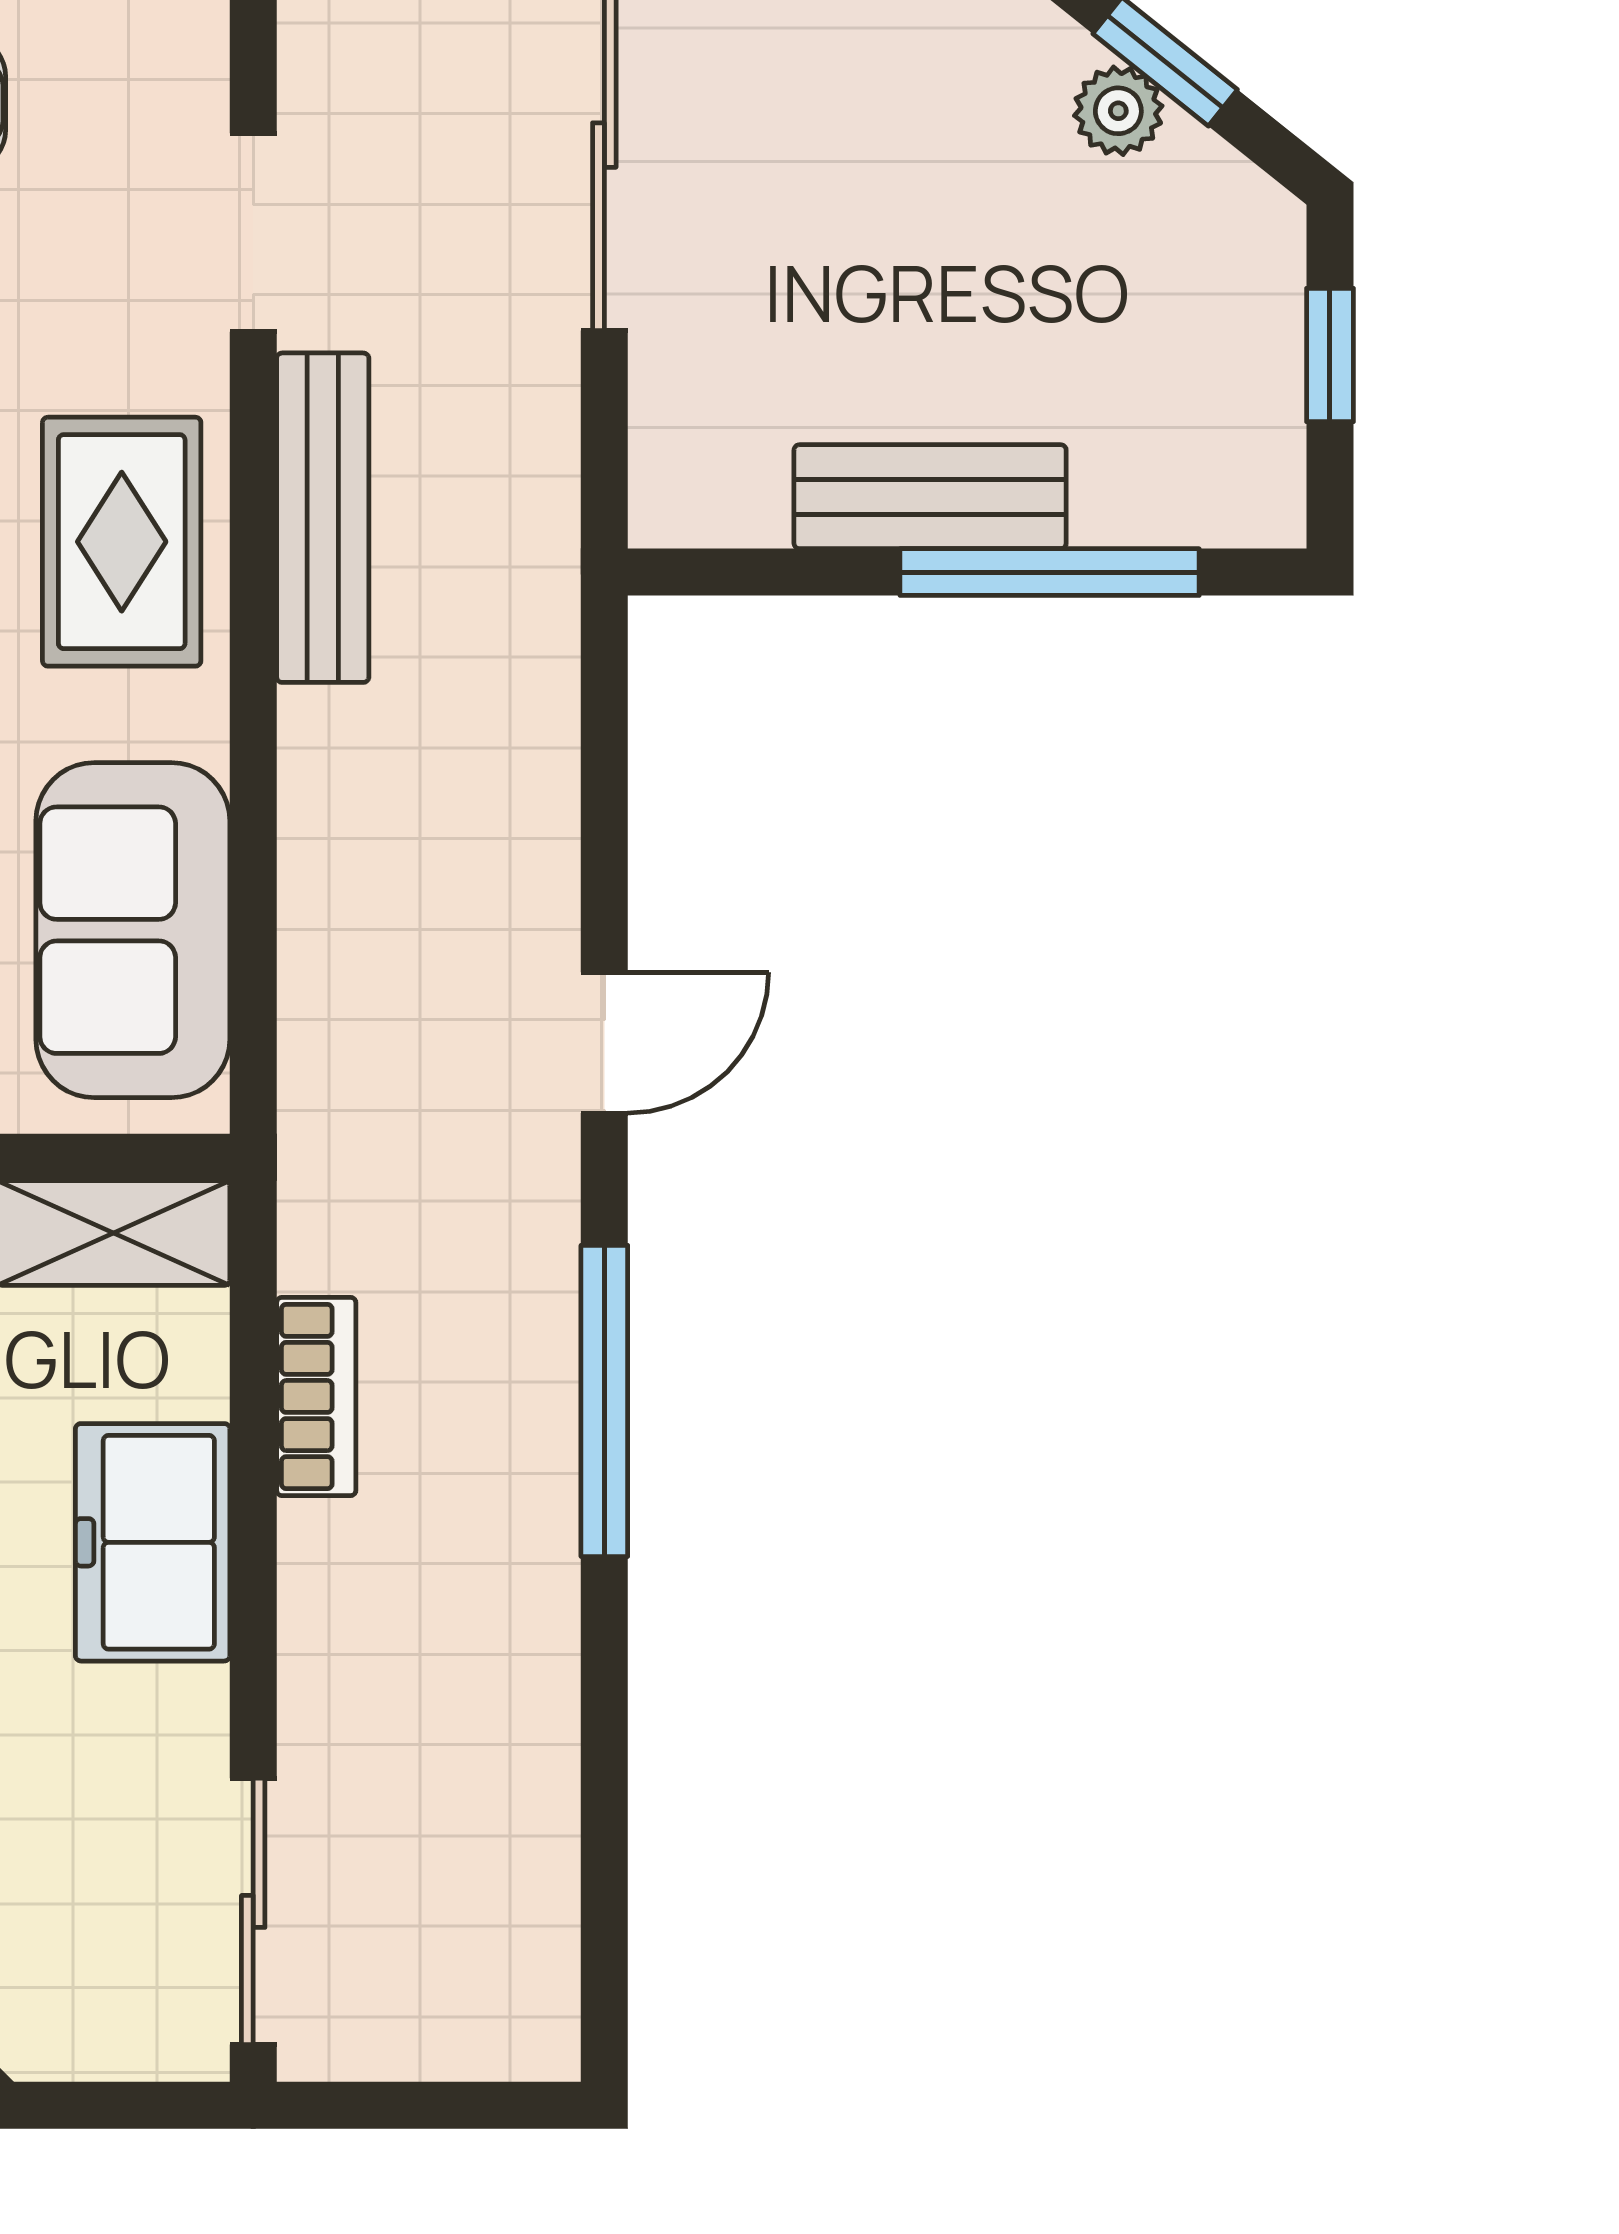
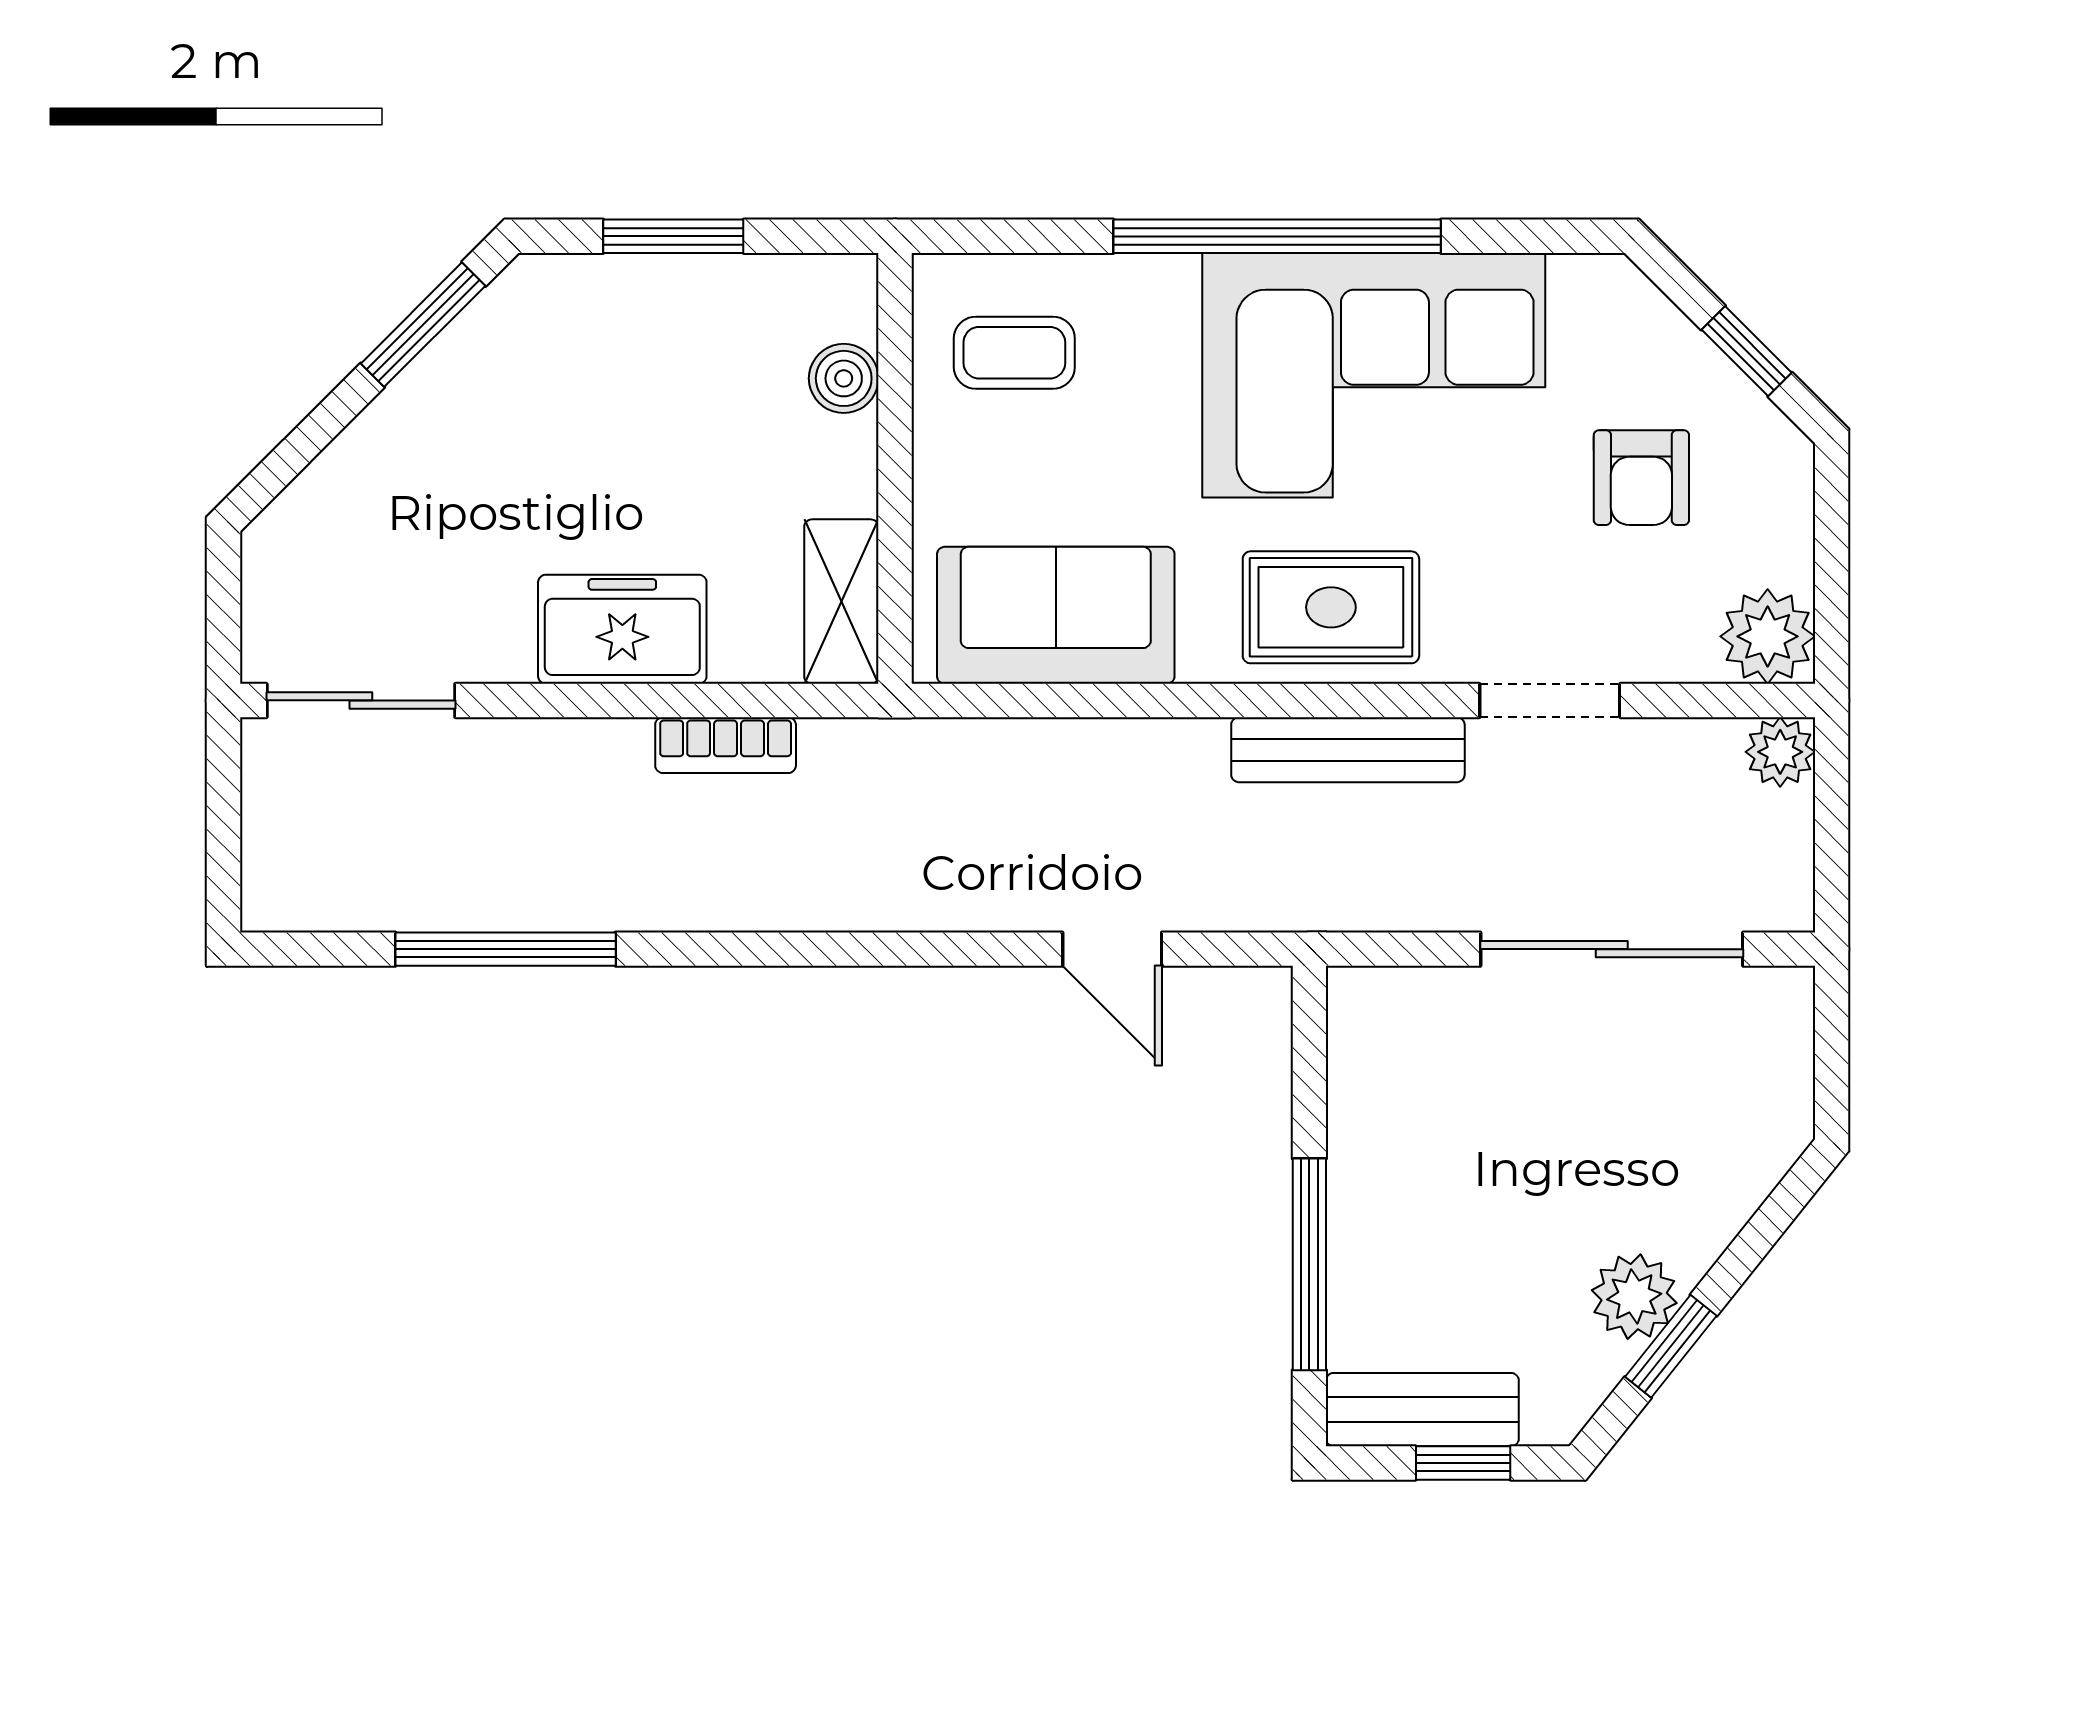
plant: (1118, 111) -> (1634, 1297), width x1.38, depth x1.38
bench: (930, 497) -> (1422, 1410), moved, turned 90
door: (604, 1043) -> (1112, 949), moved
window: (604, 1401) -> (506, 949), moved

